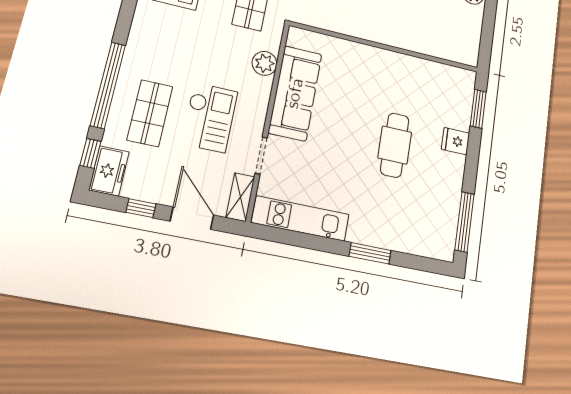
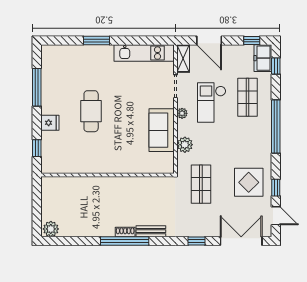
window: (108, 85) -> (276, 127), moved
sofa: (295, 93) -> (162, 130), width x0.73
window: (478, 109) -> (37, 148), width x0.67
plant: (259, 111) -> (182, 113), added
window: (141, 208) -> (252, 41), moved
window: (464, 222) -> (37, 87), moved

